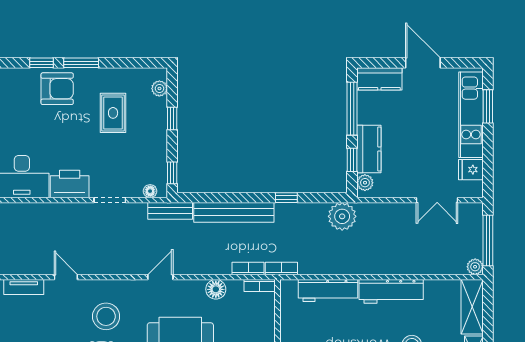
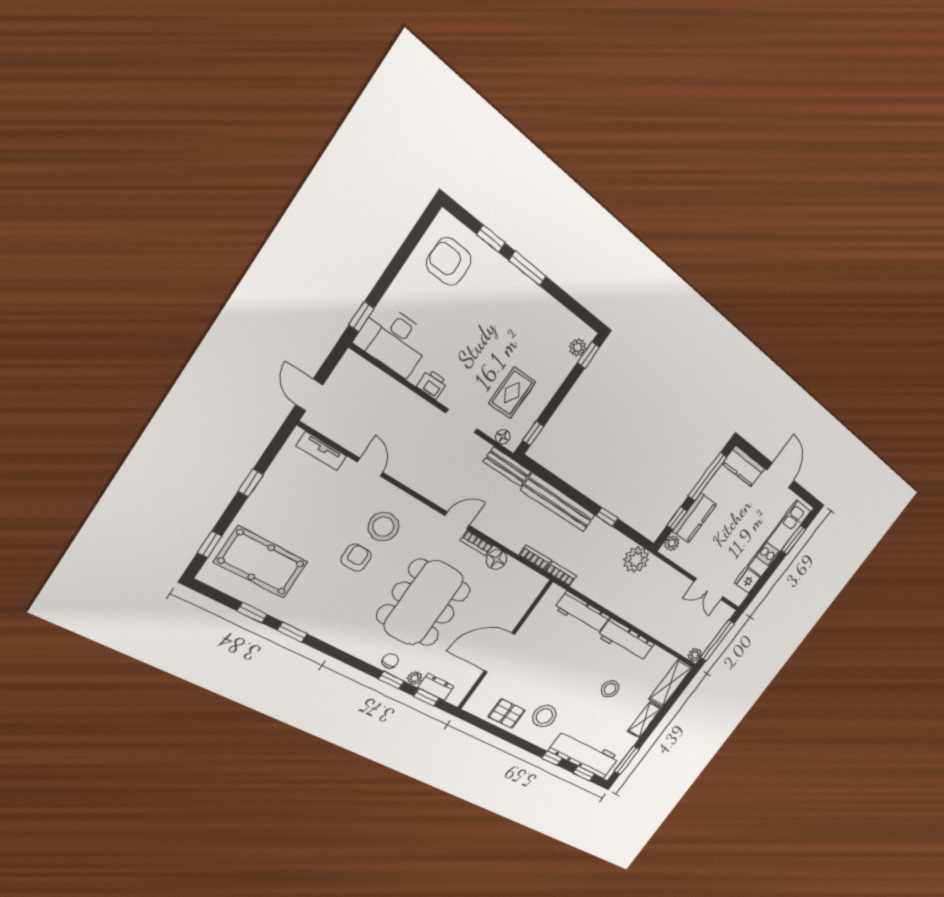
armchair: (57, 89) -> (449, 262), moved, turned 180
rug: (113, 113) -> (512, 393), moved
window: (172, 118) -> (588, 355), moved
printer: (70, 184) -> (432, 384), width x0.53, depth x0.68
bookcase: (259, 285) -> (477, 543), moved

